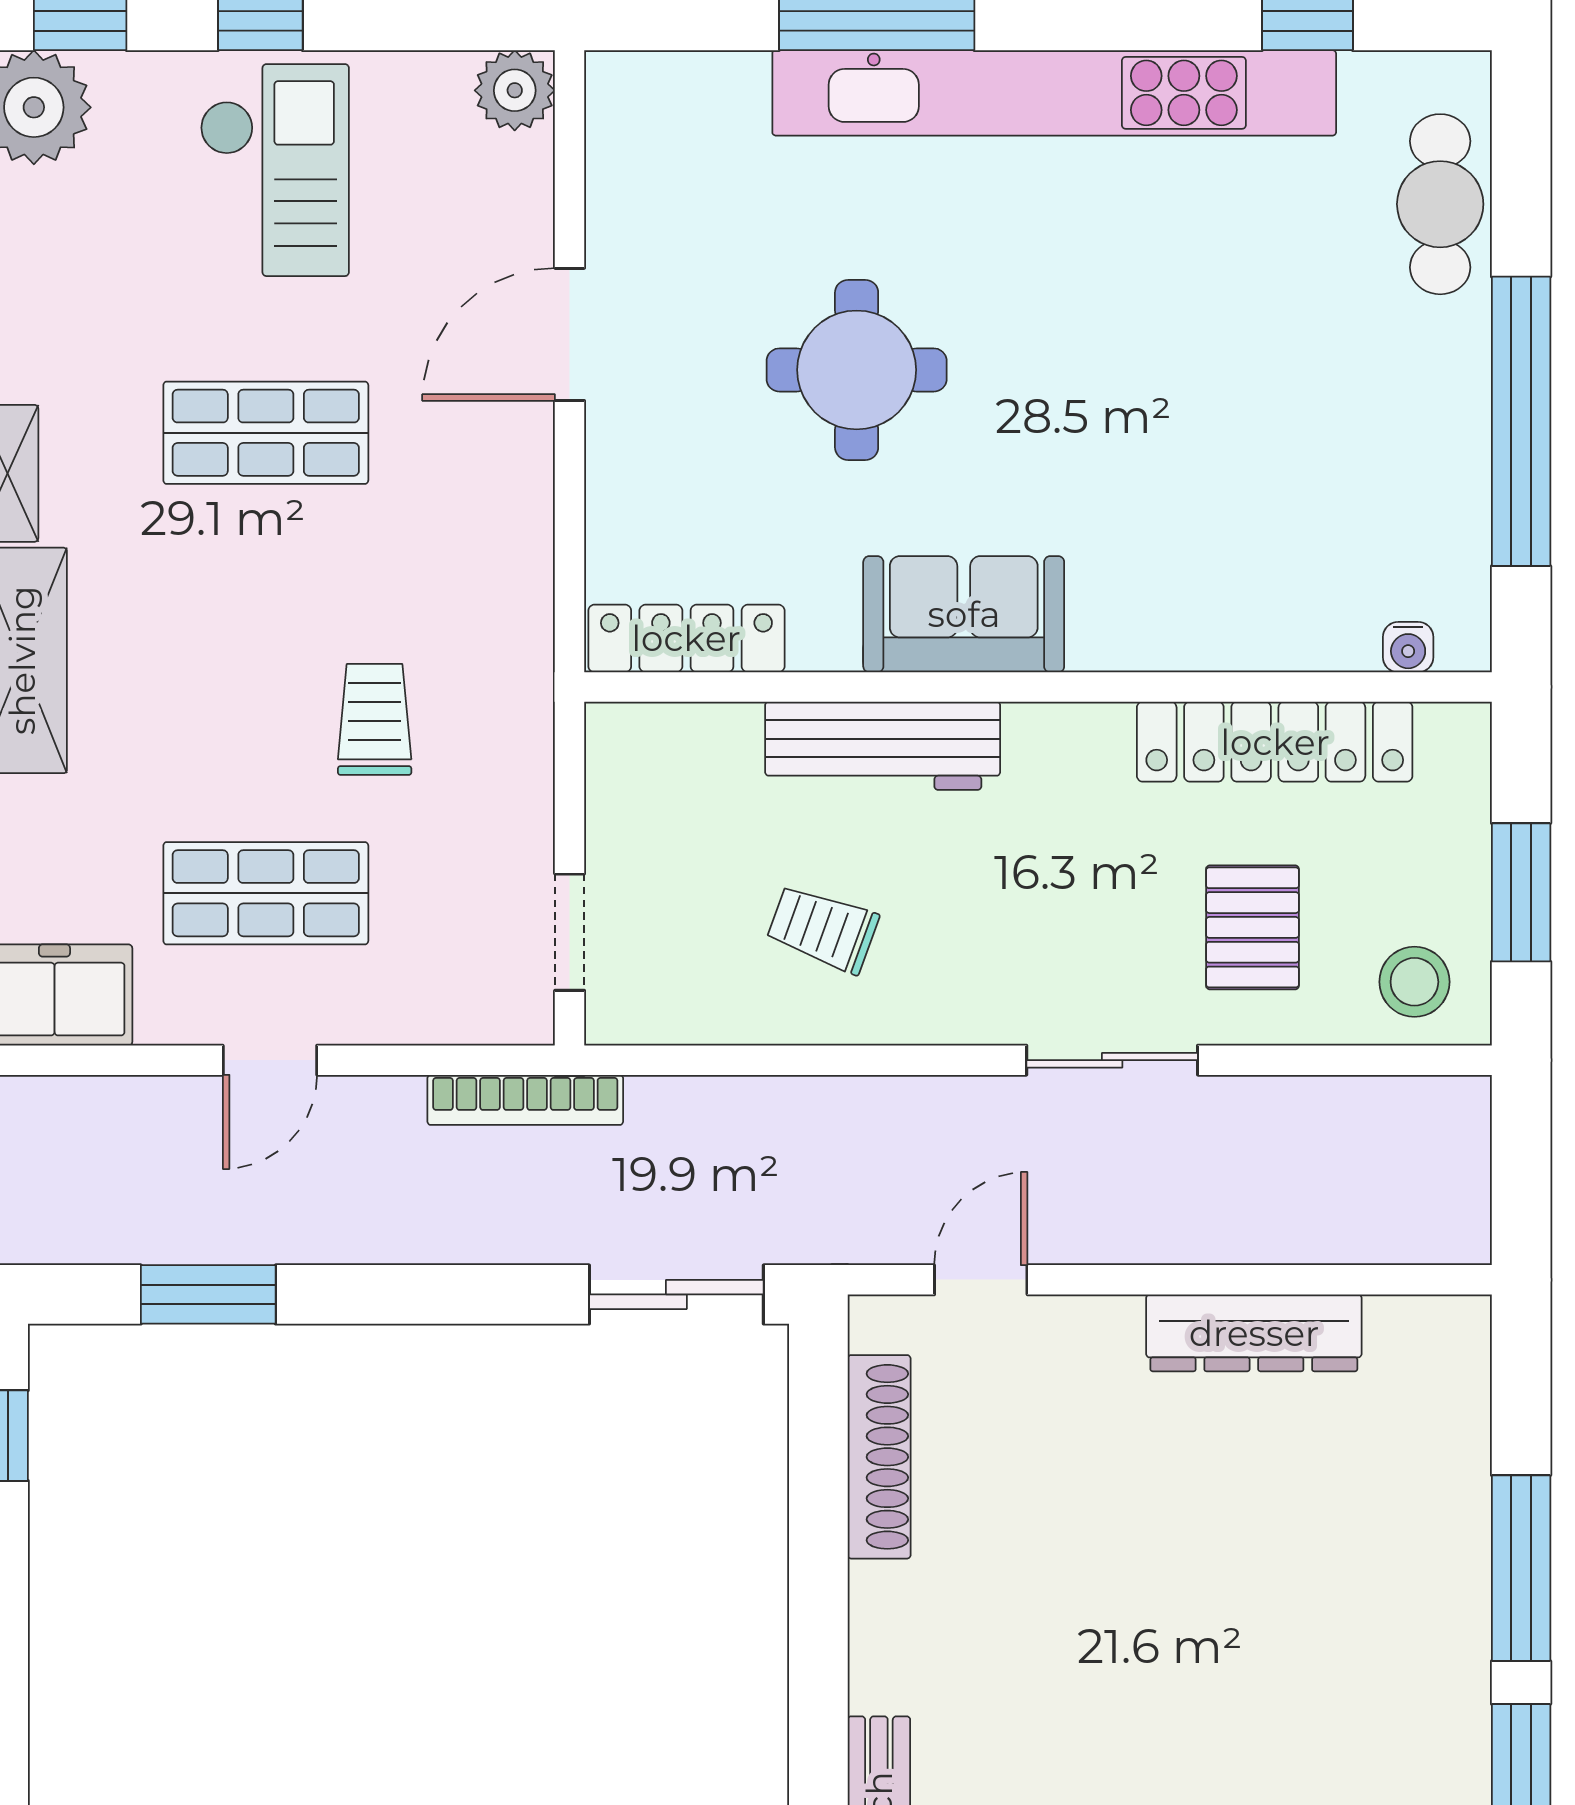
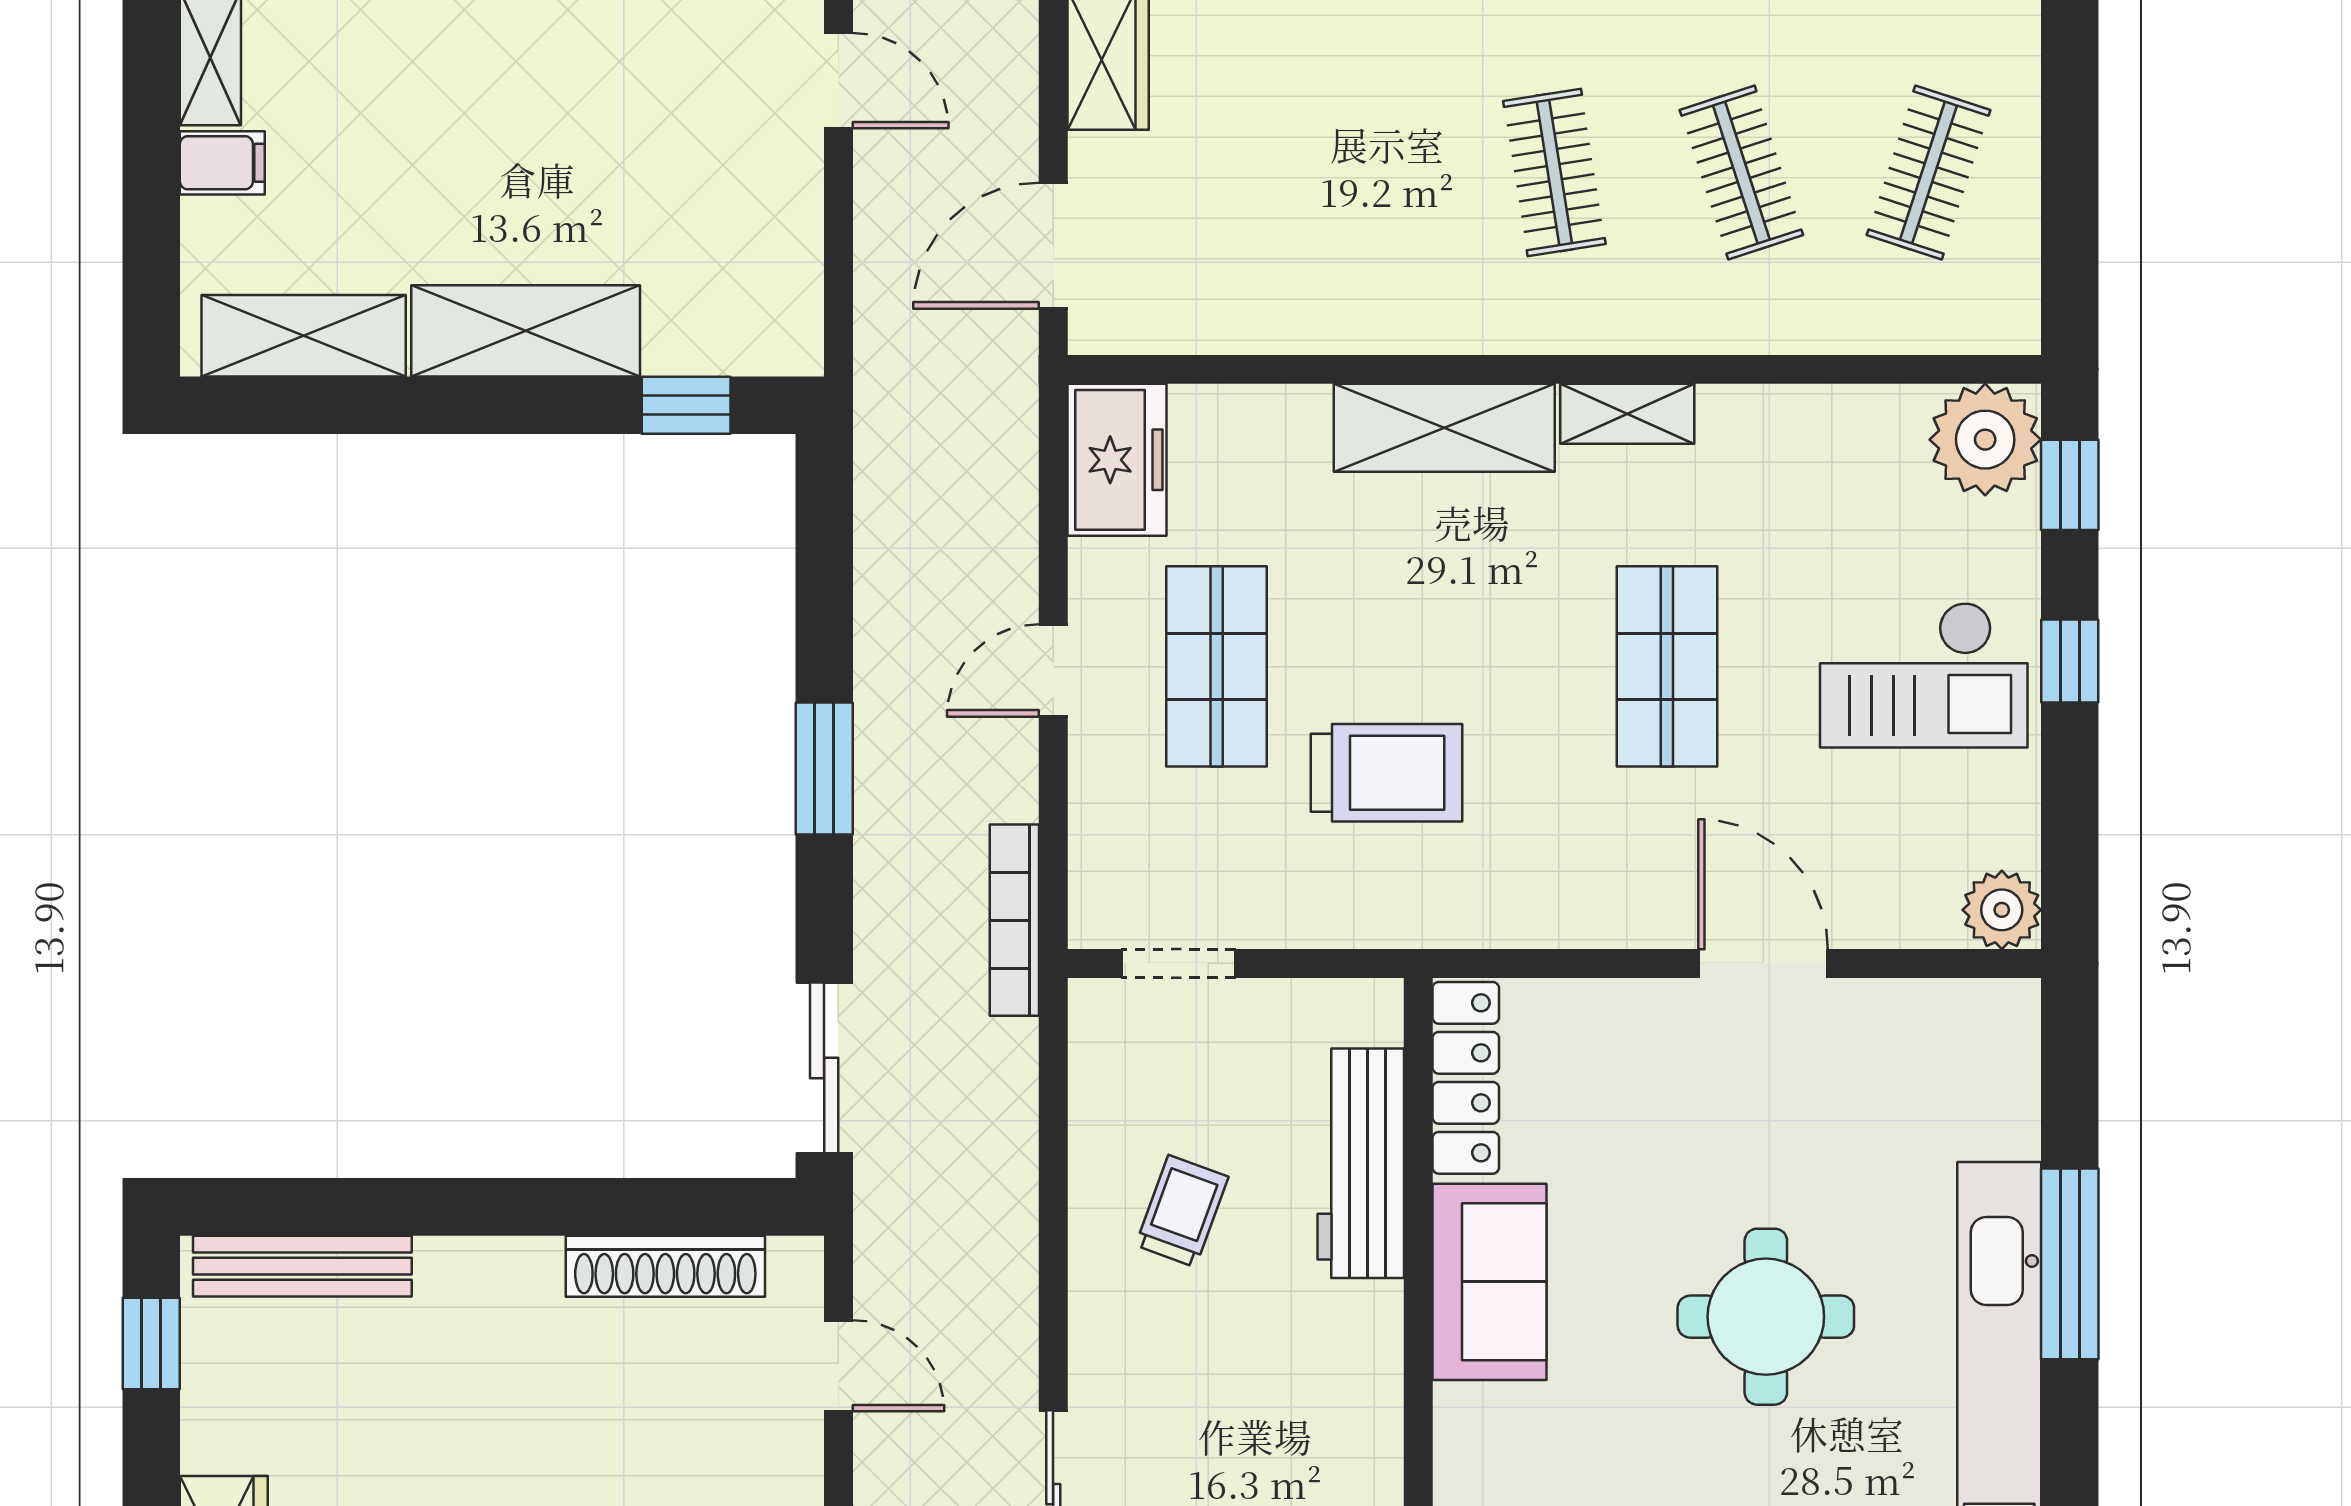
round table: (857, 370) -> (1766, 1317), moved
sofa: (964, 614) -> (1489, 1282), moved
trolley: (375, 719) -> (1387, 773), width x1.36, depth x1.39
workbench: (883, 746) -> (1361, 1163), moved
door: (270, 1060) -> (1053, 670), hinge flipped
window: (208, 1294) -> (824, 769), moved

